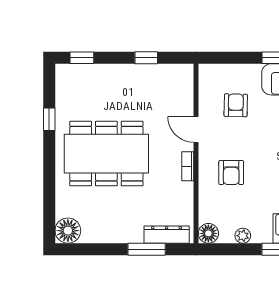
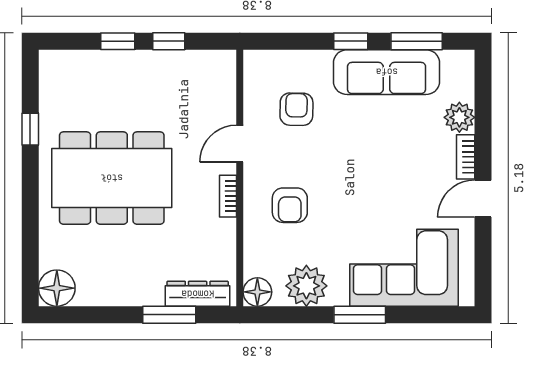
window: (82, 58) -> (118, 41), moved
door: (196, 129) -> (240, 144), hinge flipped
plant: (243, 236) -> (306, 286), width x1.88, depth x1.88

